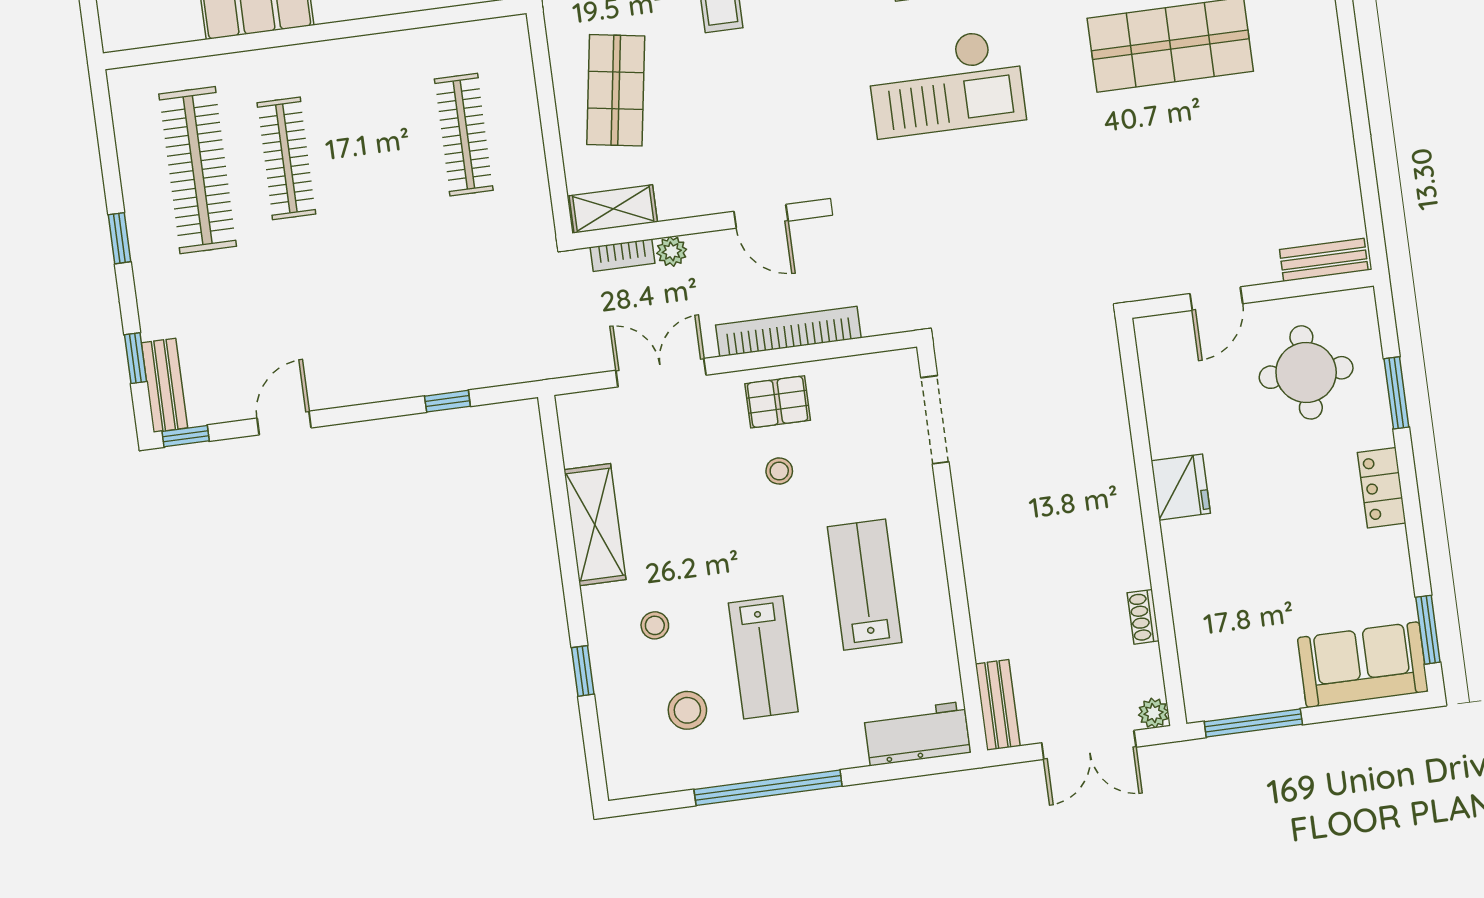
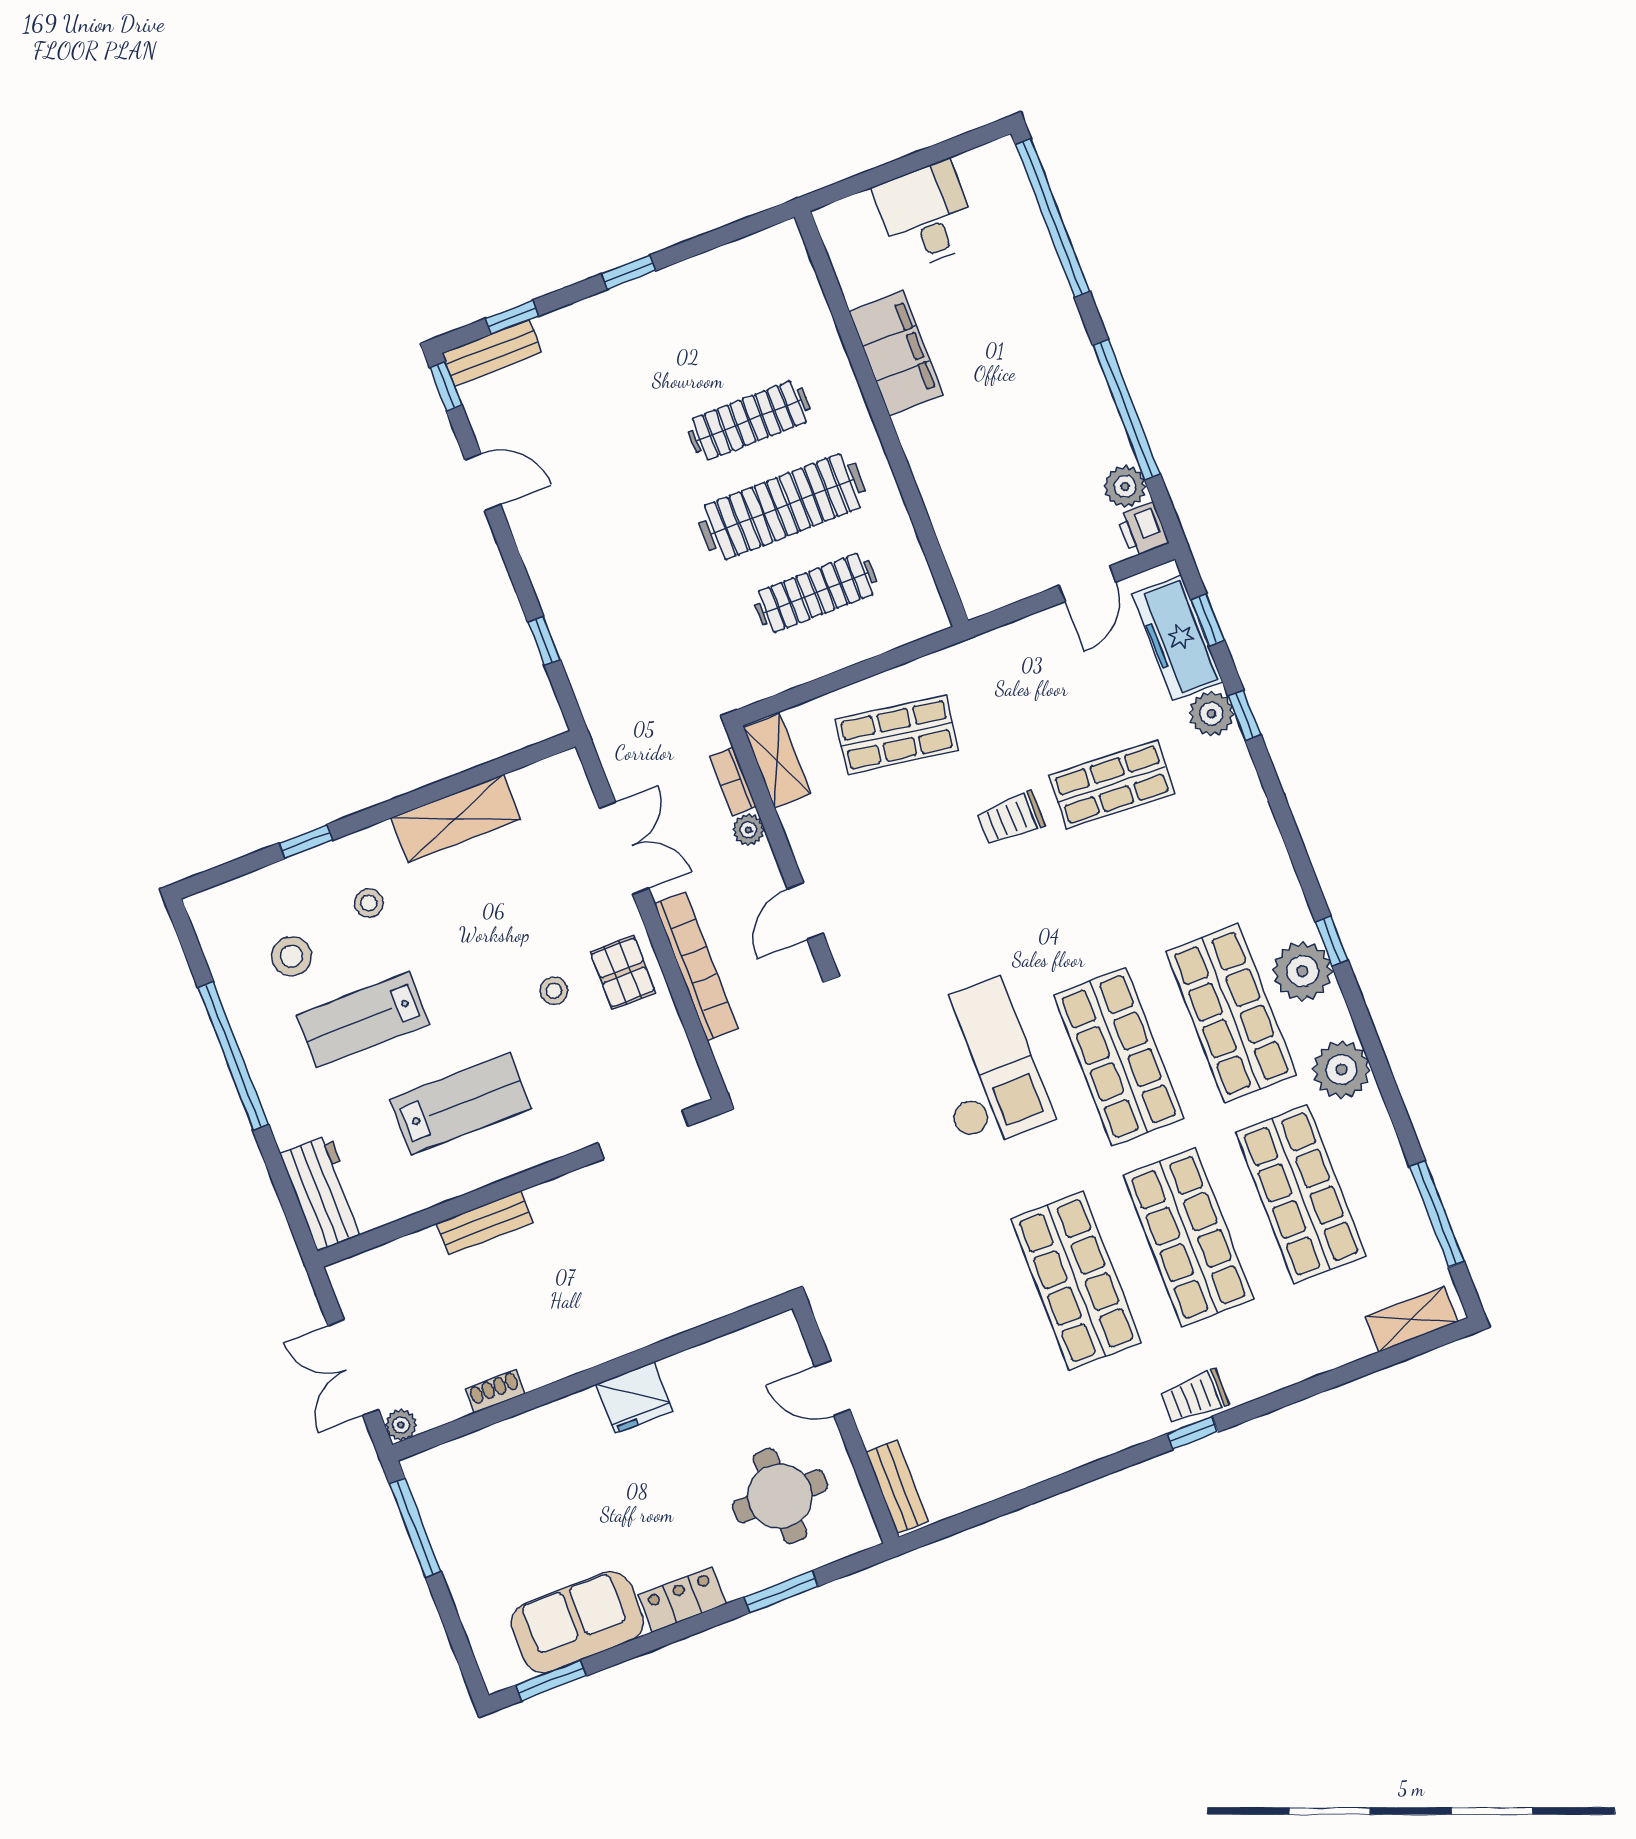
checkout: (946, 83) -> (983, 1065), turned 180
clothes rail: (198, 170) -> (782, 507), moved
sofa: (1363, 665) -> (577, 1622), moved, turned -90
bench: (998, 705) -> (485, 1223), moved

